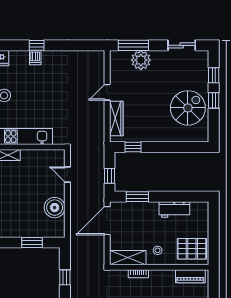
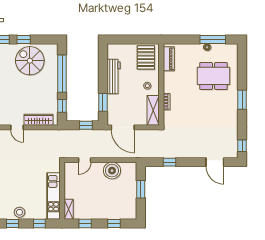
window: (172, 147) -> (62, 74), added
workbench: (174, 209) -> (114, 77), width x1.38

